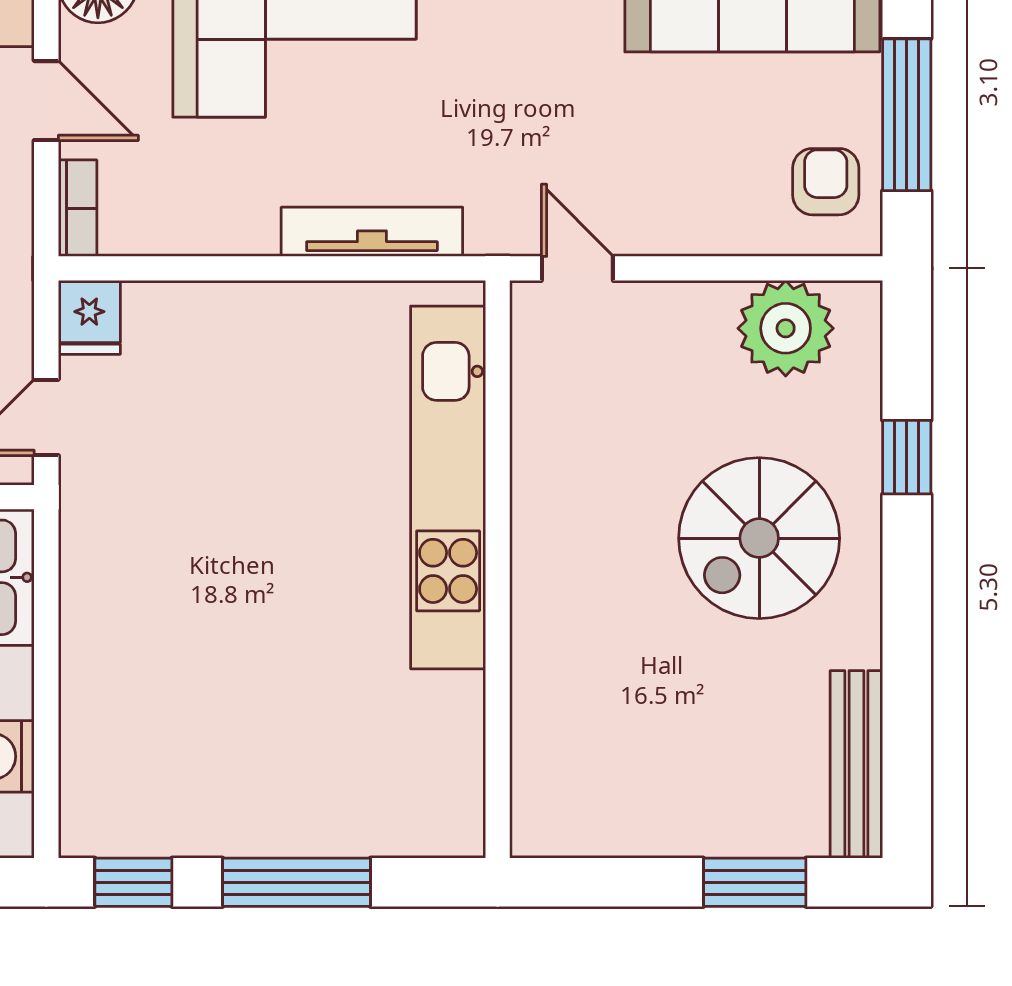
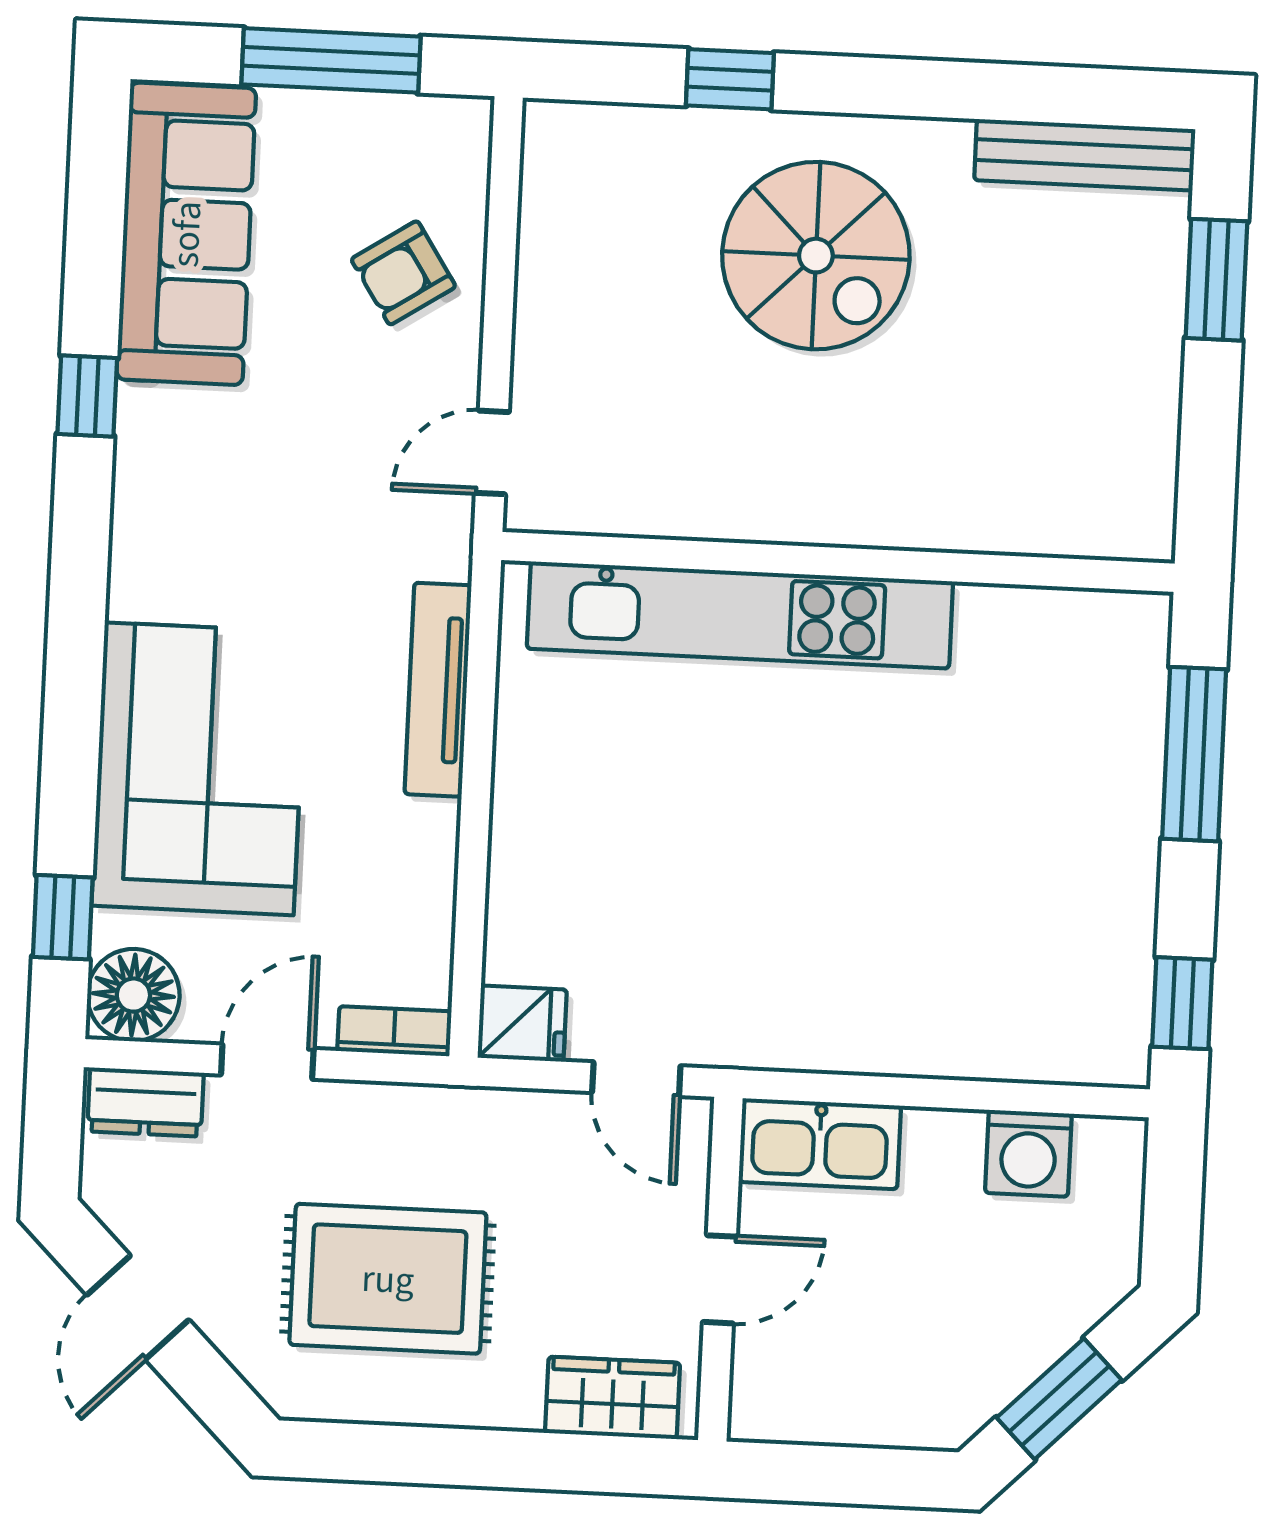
armchair: (826, 182) -> (403, 273), moved, turned -33
plant: (786, 328) -> (573, 213), removed
window: (296, 882) -> (1194, 754), moved

